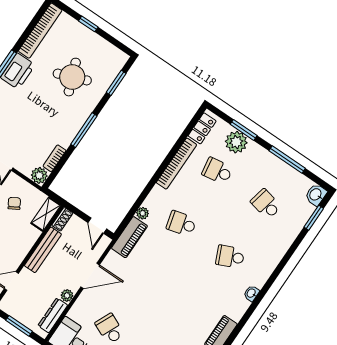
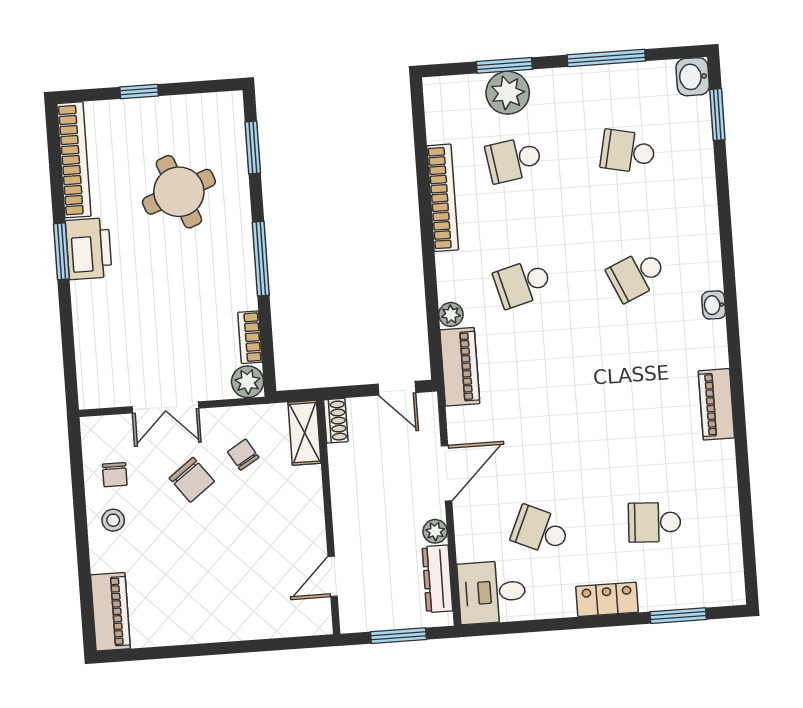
locker: (202, 128) -> (439, 113), removed
bench: (43, 250) -> (343, 491), removed

